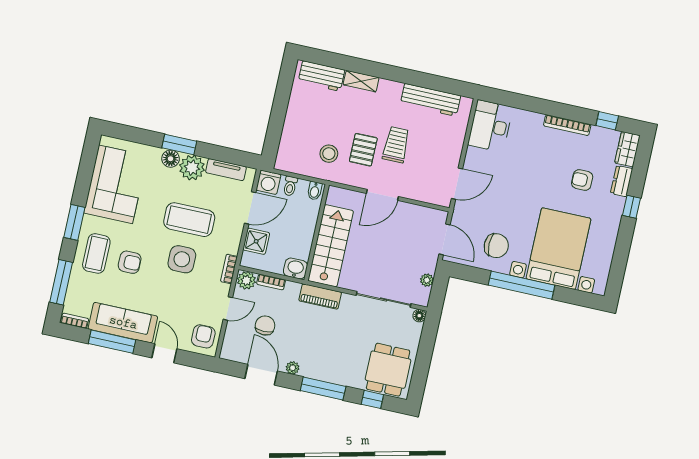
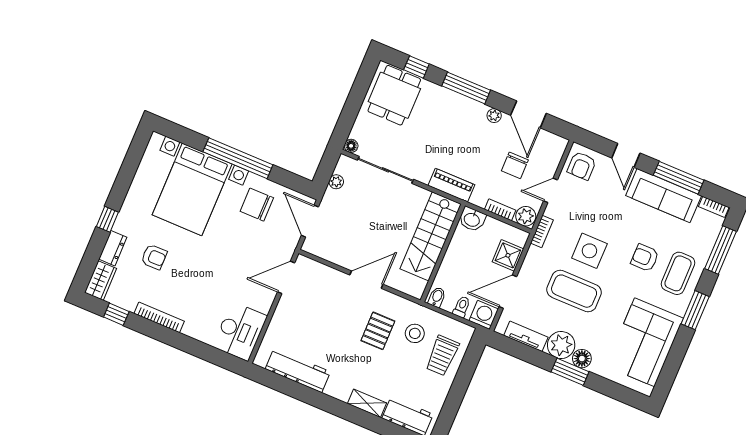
trolley: (396, 145) -> (442, 356), moved

